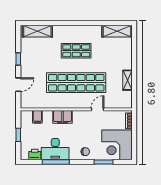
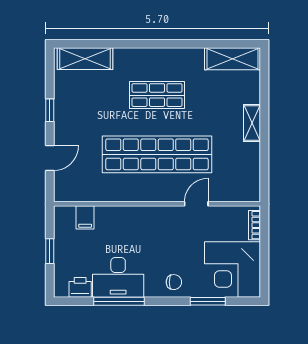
shelving: (127, 80) -> (252, 123), moved
filing cabinet: (62, 117) -> (132, 218), removed

